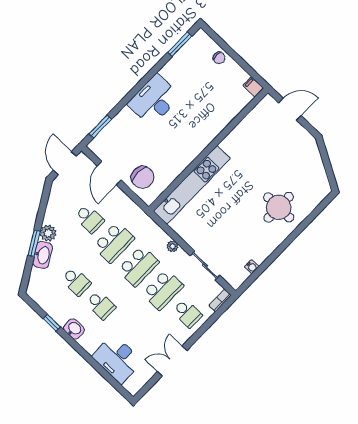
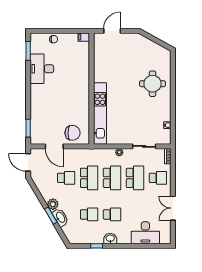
desk: (154, 100) -> (42, 69), moved

